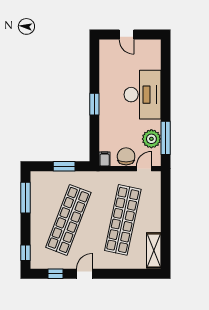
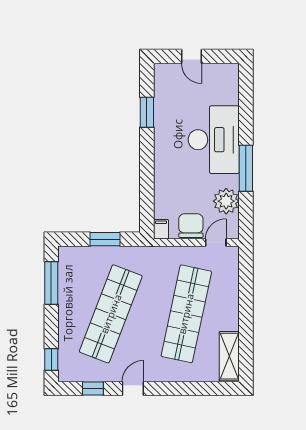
window: (94, 104) -> (147, 112), moved
window: (166, 138) -> (246, 168), moved

